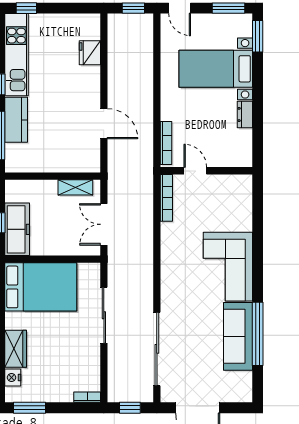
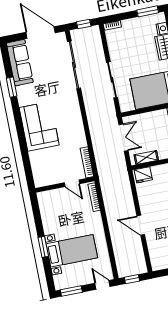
window: (258, 36) -> (43, 247), moved
fridge: (90, 53) -> (143, 175), moved, turned 90
dresser: (245, 114) -> (47, 225), removed
door: (104, 124) -> (141, 225), moved
window: (258, 334) -> (12, 87), width x0.47
sofa: (238, 336) -> (20, 63), moved

